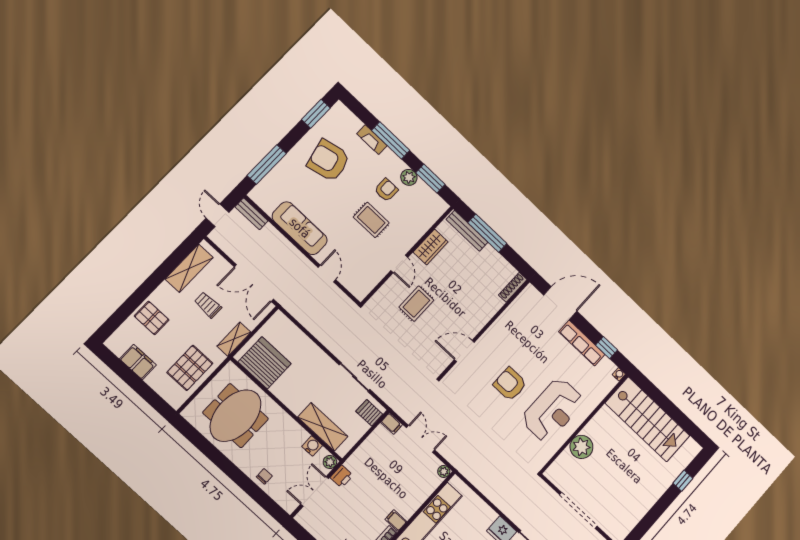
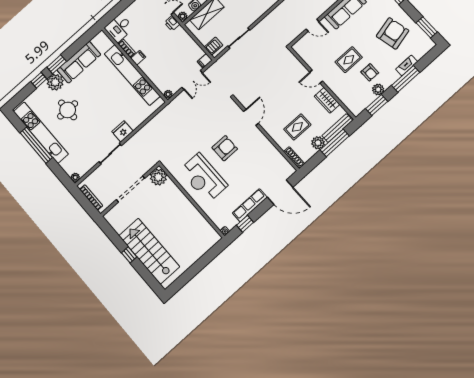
plant: (489, 256) -> (318, 143), added
door: (560, 303) -> (280, 192), hinge flipped
rug: (416, 304) -> (297, 127), moved, turned 90
stairs: (648, 419) -> (149, 251), moved, turned 90
plant: (581, 447) -> (158, 177), moved
window: (683, 481) -> (129, 255), moved

